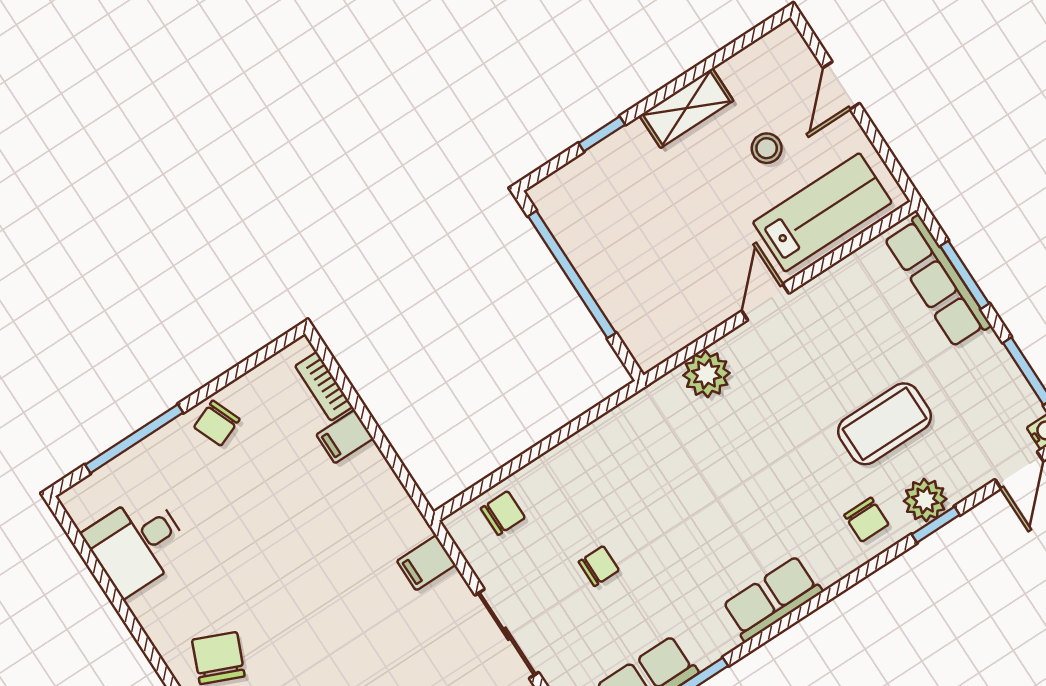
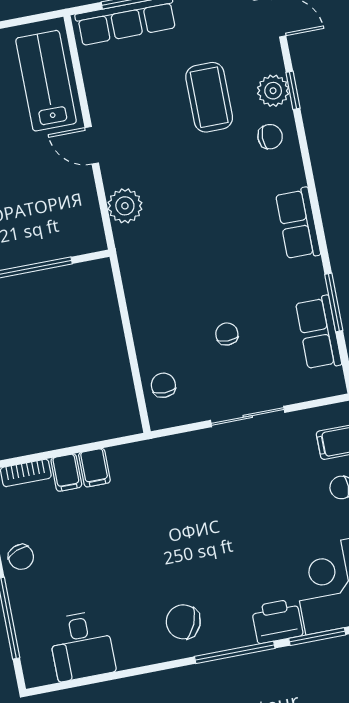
filing cabinet: (426, 563) -> (94, 468), moved

